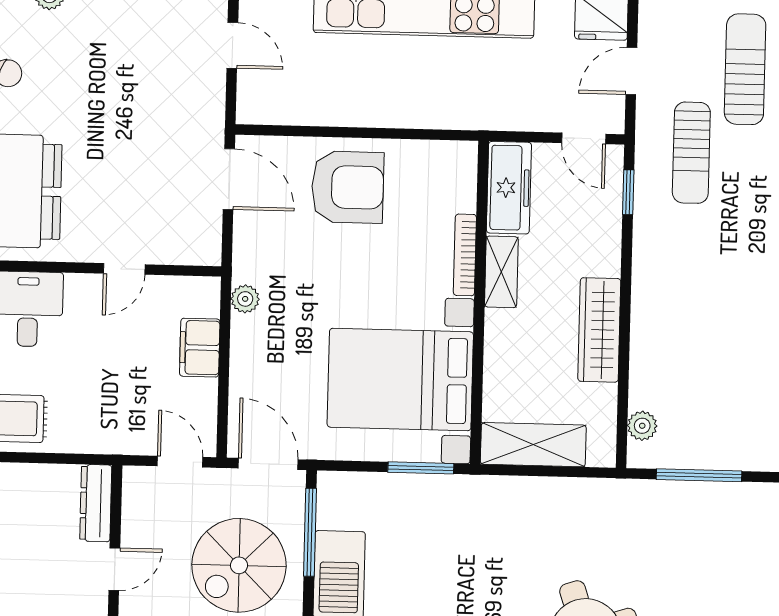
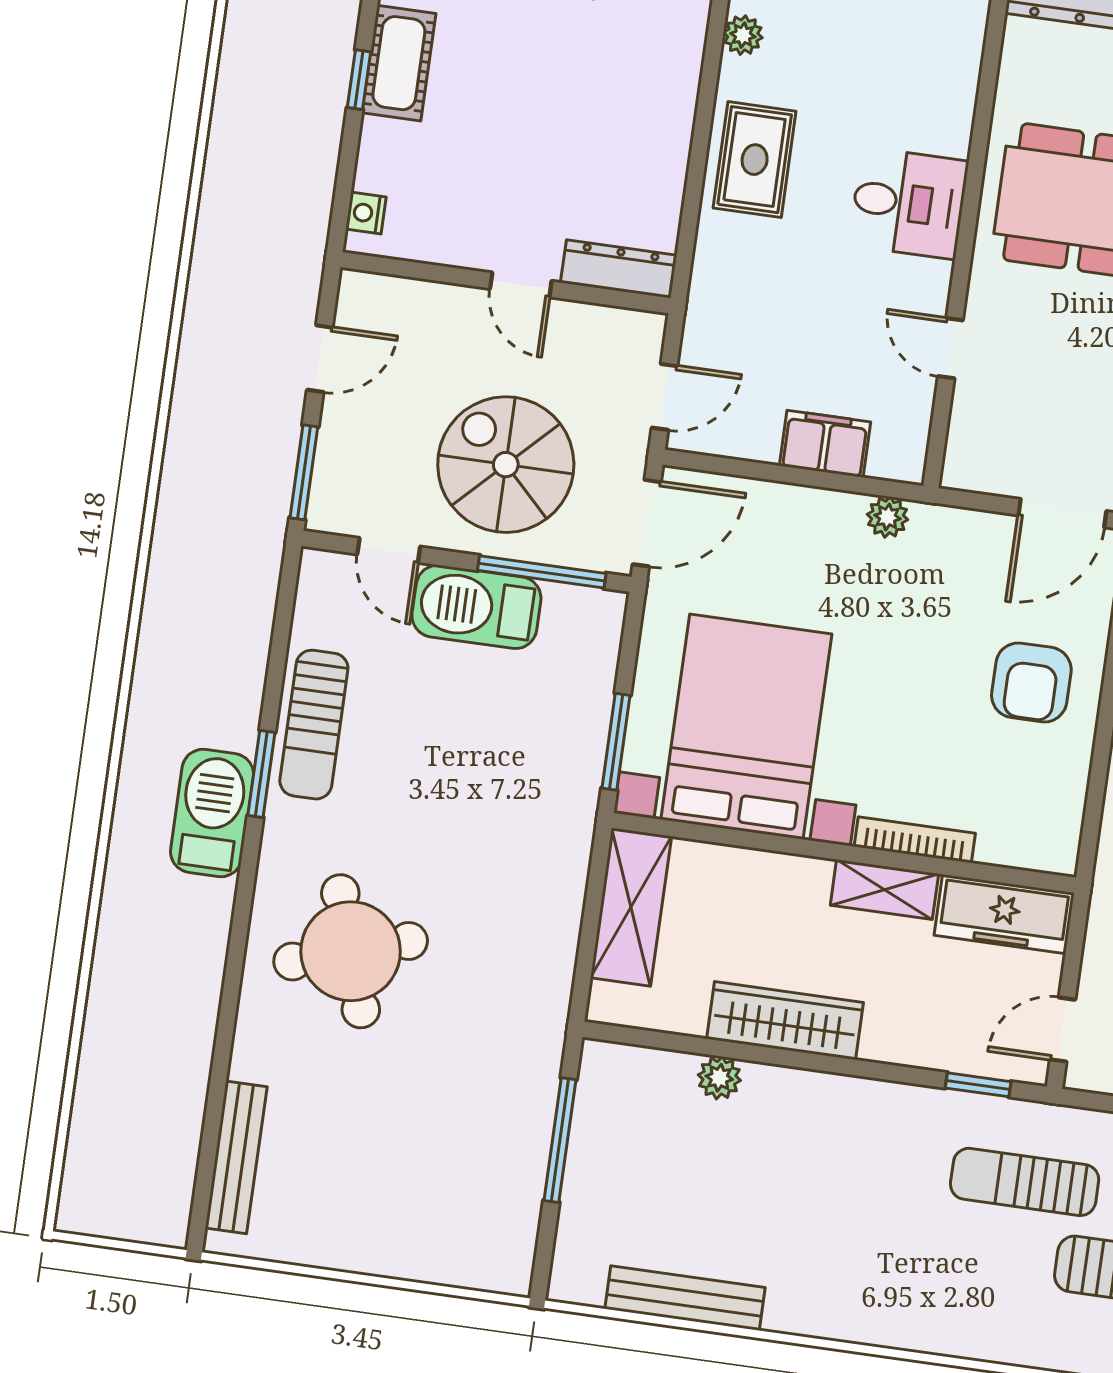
armchair: (348, 187) -> (1031, 682), width x0.73, depth x0.73
plant: (642, 426) -> (719, 1078), moved

